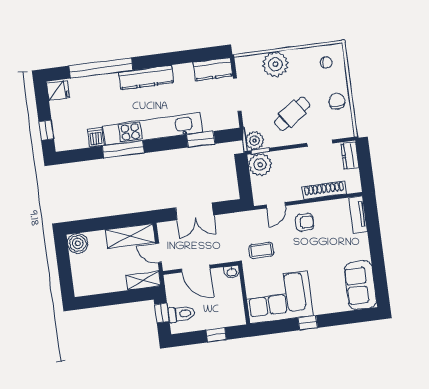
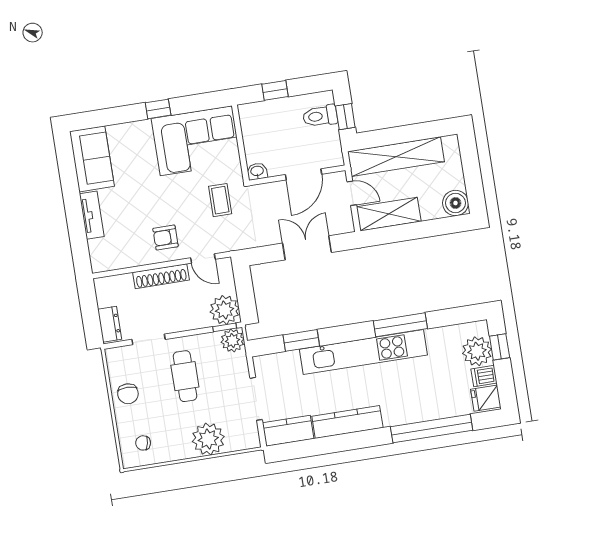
kitchen counter: (146, 77) -> (347, 422), moved
cafe table: (292, 114) -> (185, 376), turned -55
plant: (64, 127) -> (477, 351), added
dishwasher: (96, 137) -> (484, 376), moved, turned 90
shoe rack: (324, 190) -> (161, 276), moved
door: (276, 205) -> (203, 258), swing flipped
tv unit: (358, 214) -> (92, 215), moved
coffee table: (261, 250) -> (220, 200), turned 90
door: (196, 269) -> (303, 174), swing flipped
shelving: (143, 281) -> (396, 157), width x2.20, depth x1.33

